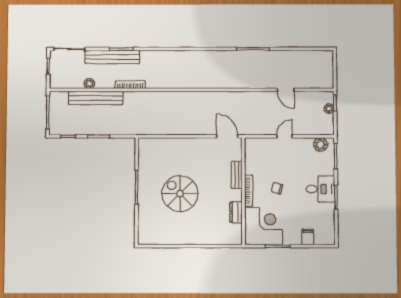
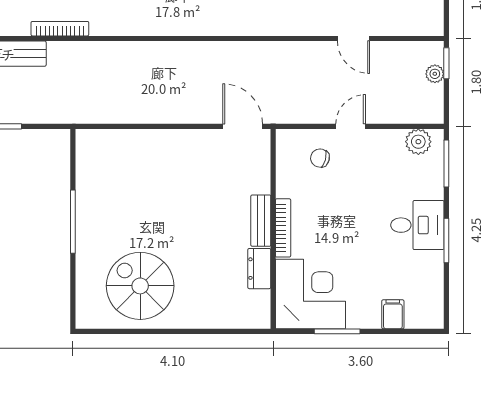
bench: (237, 175) -> (261, 221), moved
chair: (277, 188) -> (320, 158), moved
spiral stairs: (180, 194) -> (140, 286), moved

